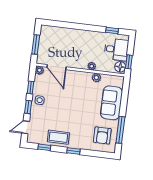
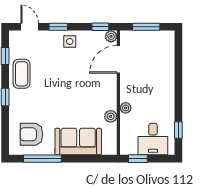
floor lamp: (120, 67) -> (130, 147), removed
window: (30, 87) -> (100, 27), moved

